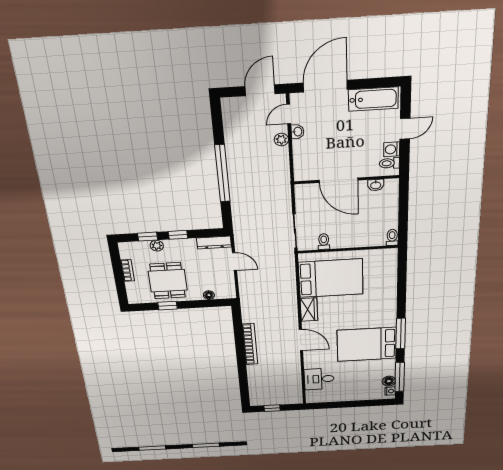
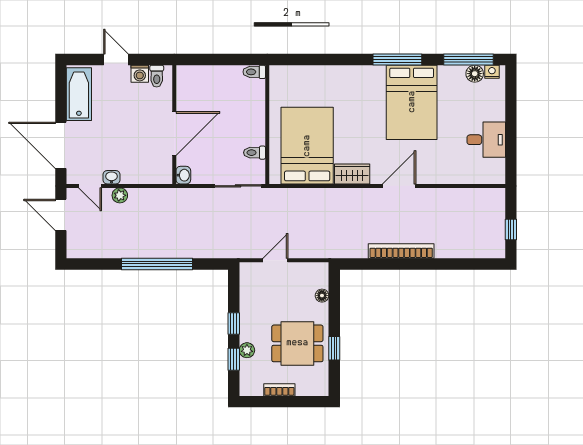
washbasin: (376, 185) -> (183, 175), moved
dresser: (214, 243) -> (247, 282), removed
desk: (319, 379) -> (486, 140), moved, turned -90

